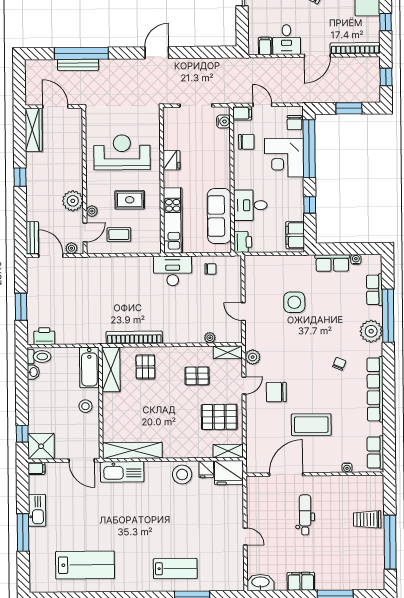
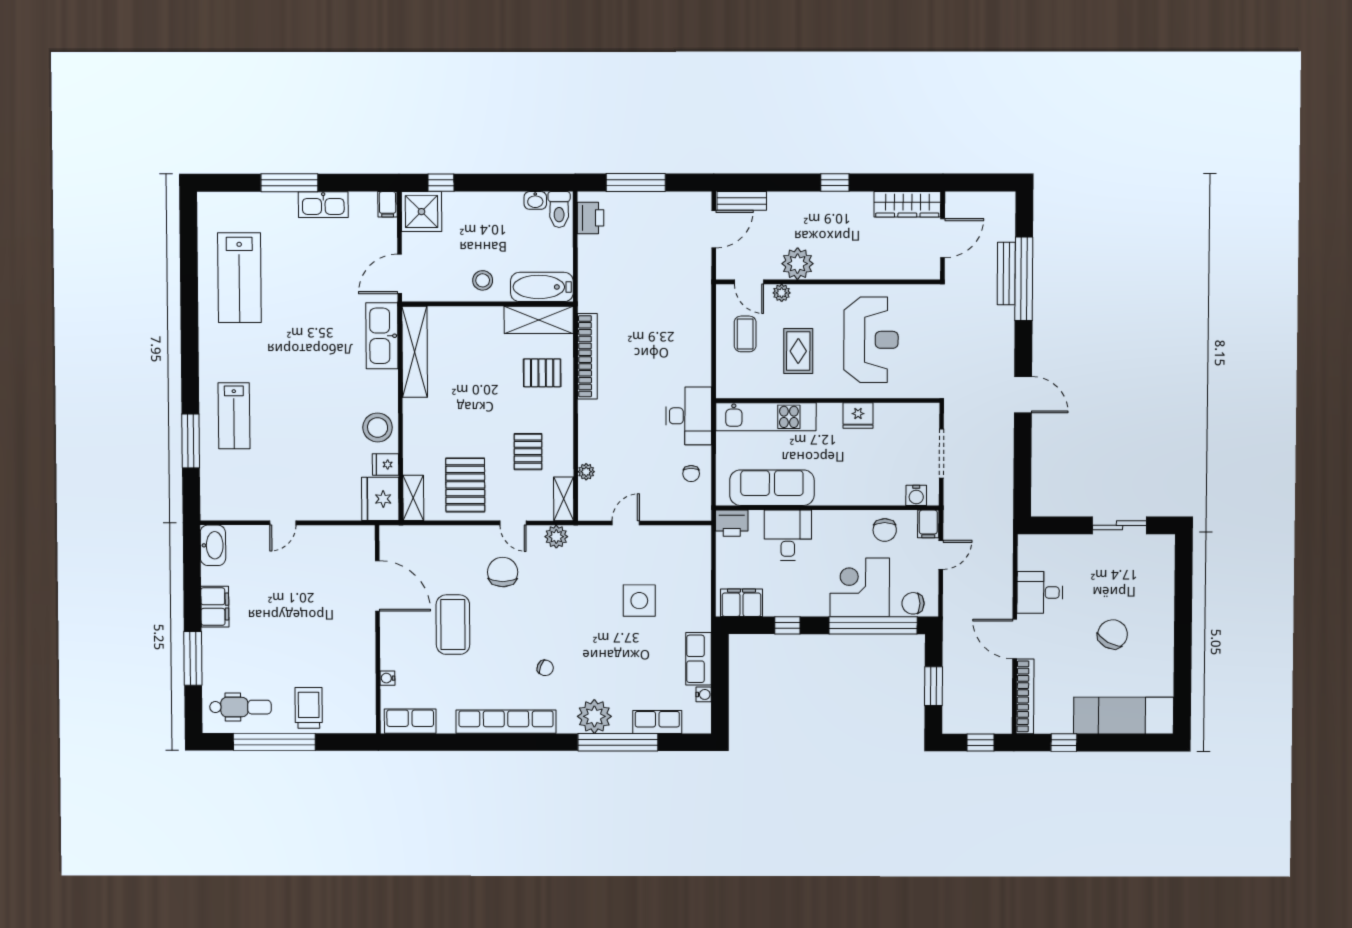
filing cabinet: (265, 46) -> (1031, 560), removed
plant: (71, 248) -> (725, 261), removed
window: (21, 307) -> (636, 183), width x1.44
dental chair: (305, 515) -> (241, 707), moved

